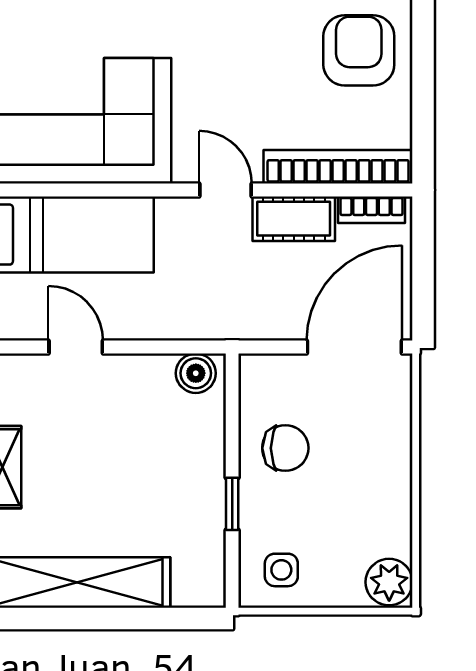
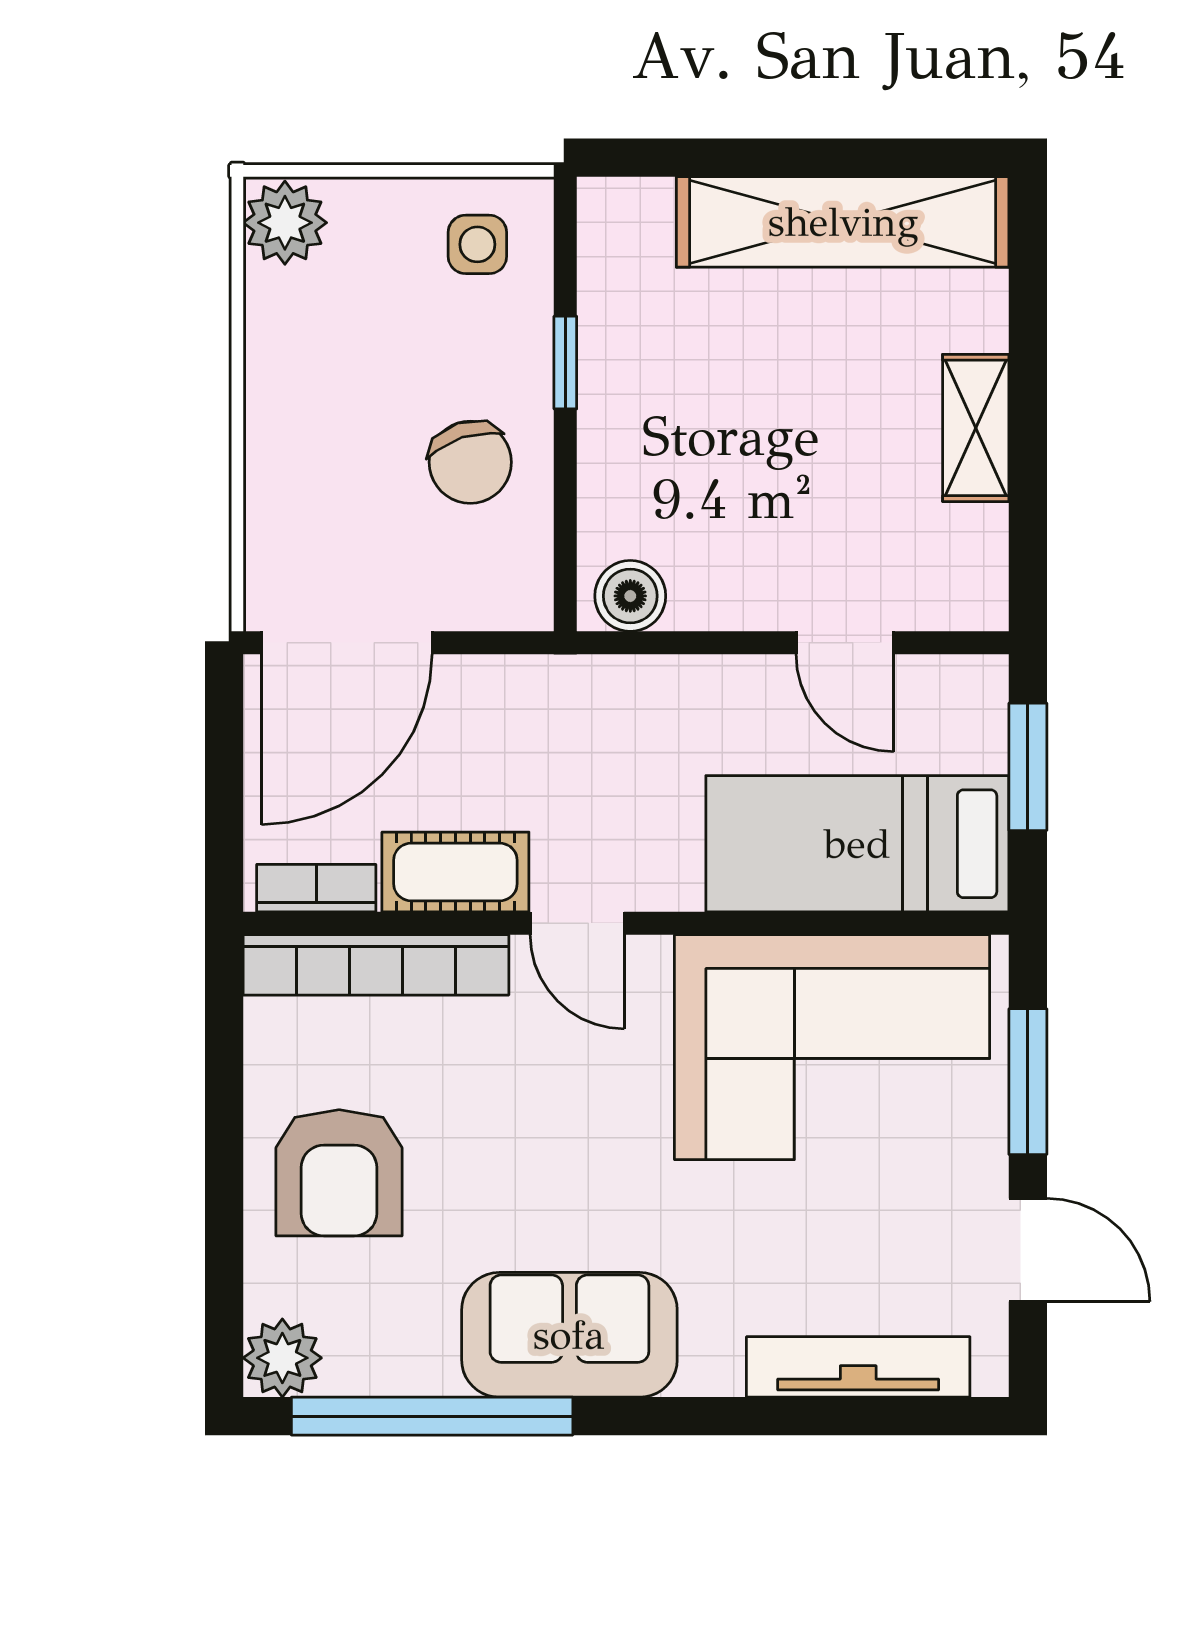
chair: (285, 448) -> (470, 462), turned -108

